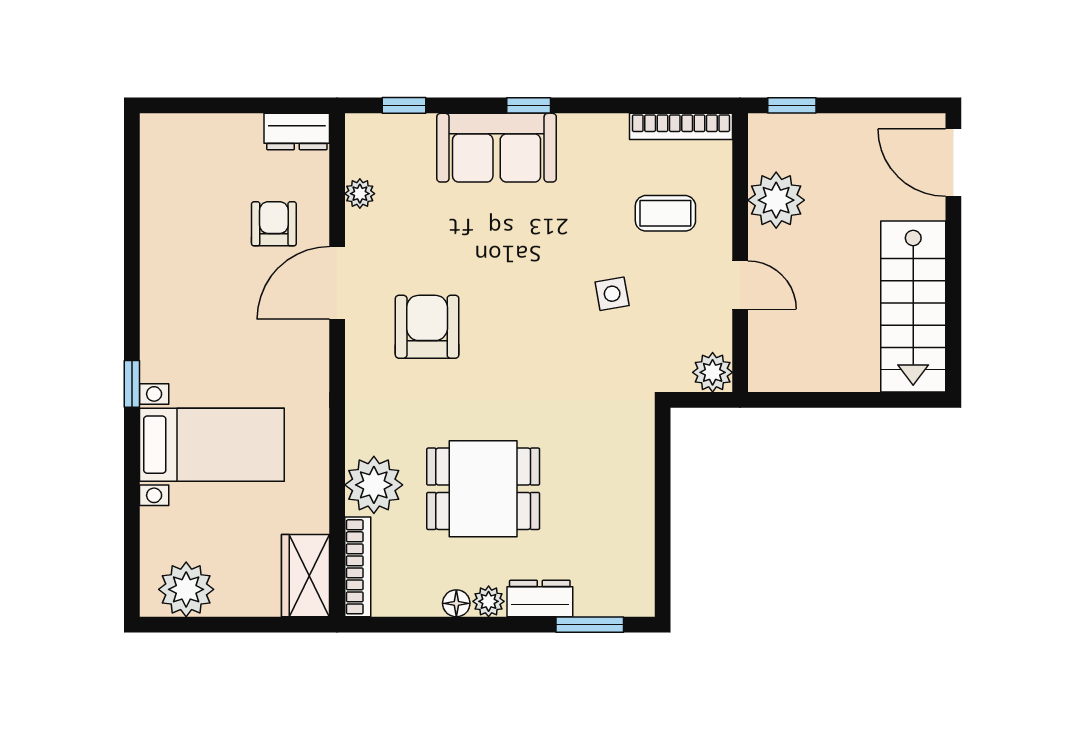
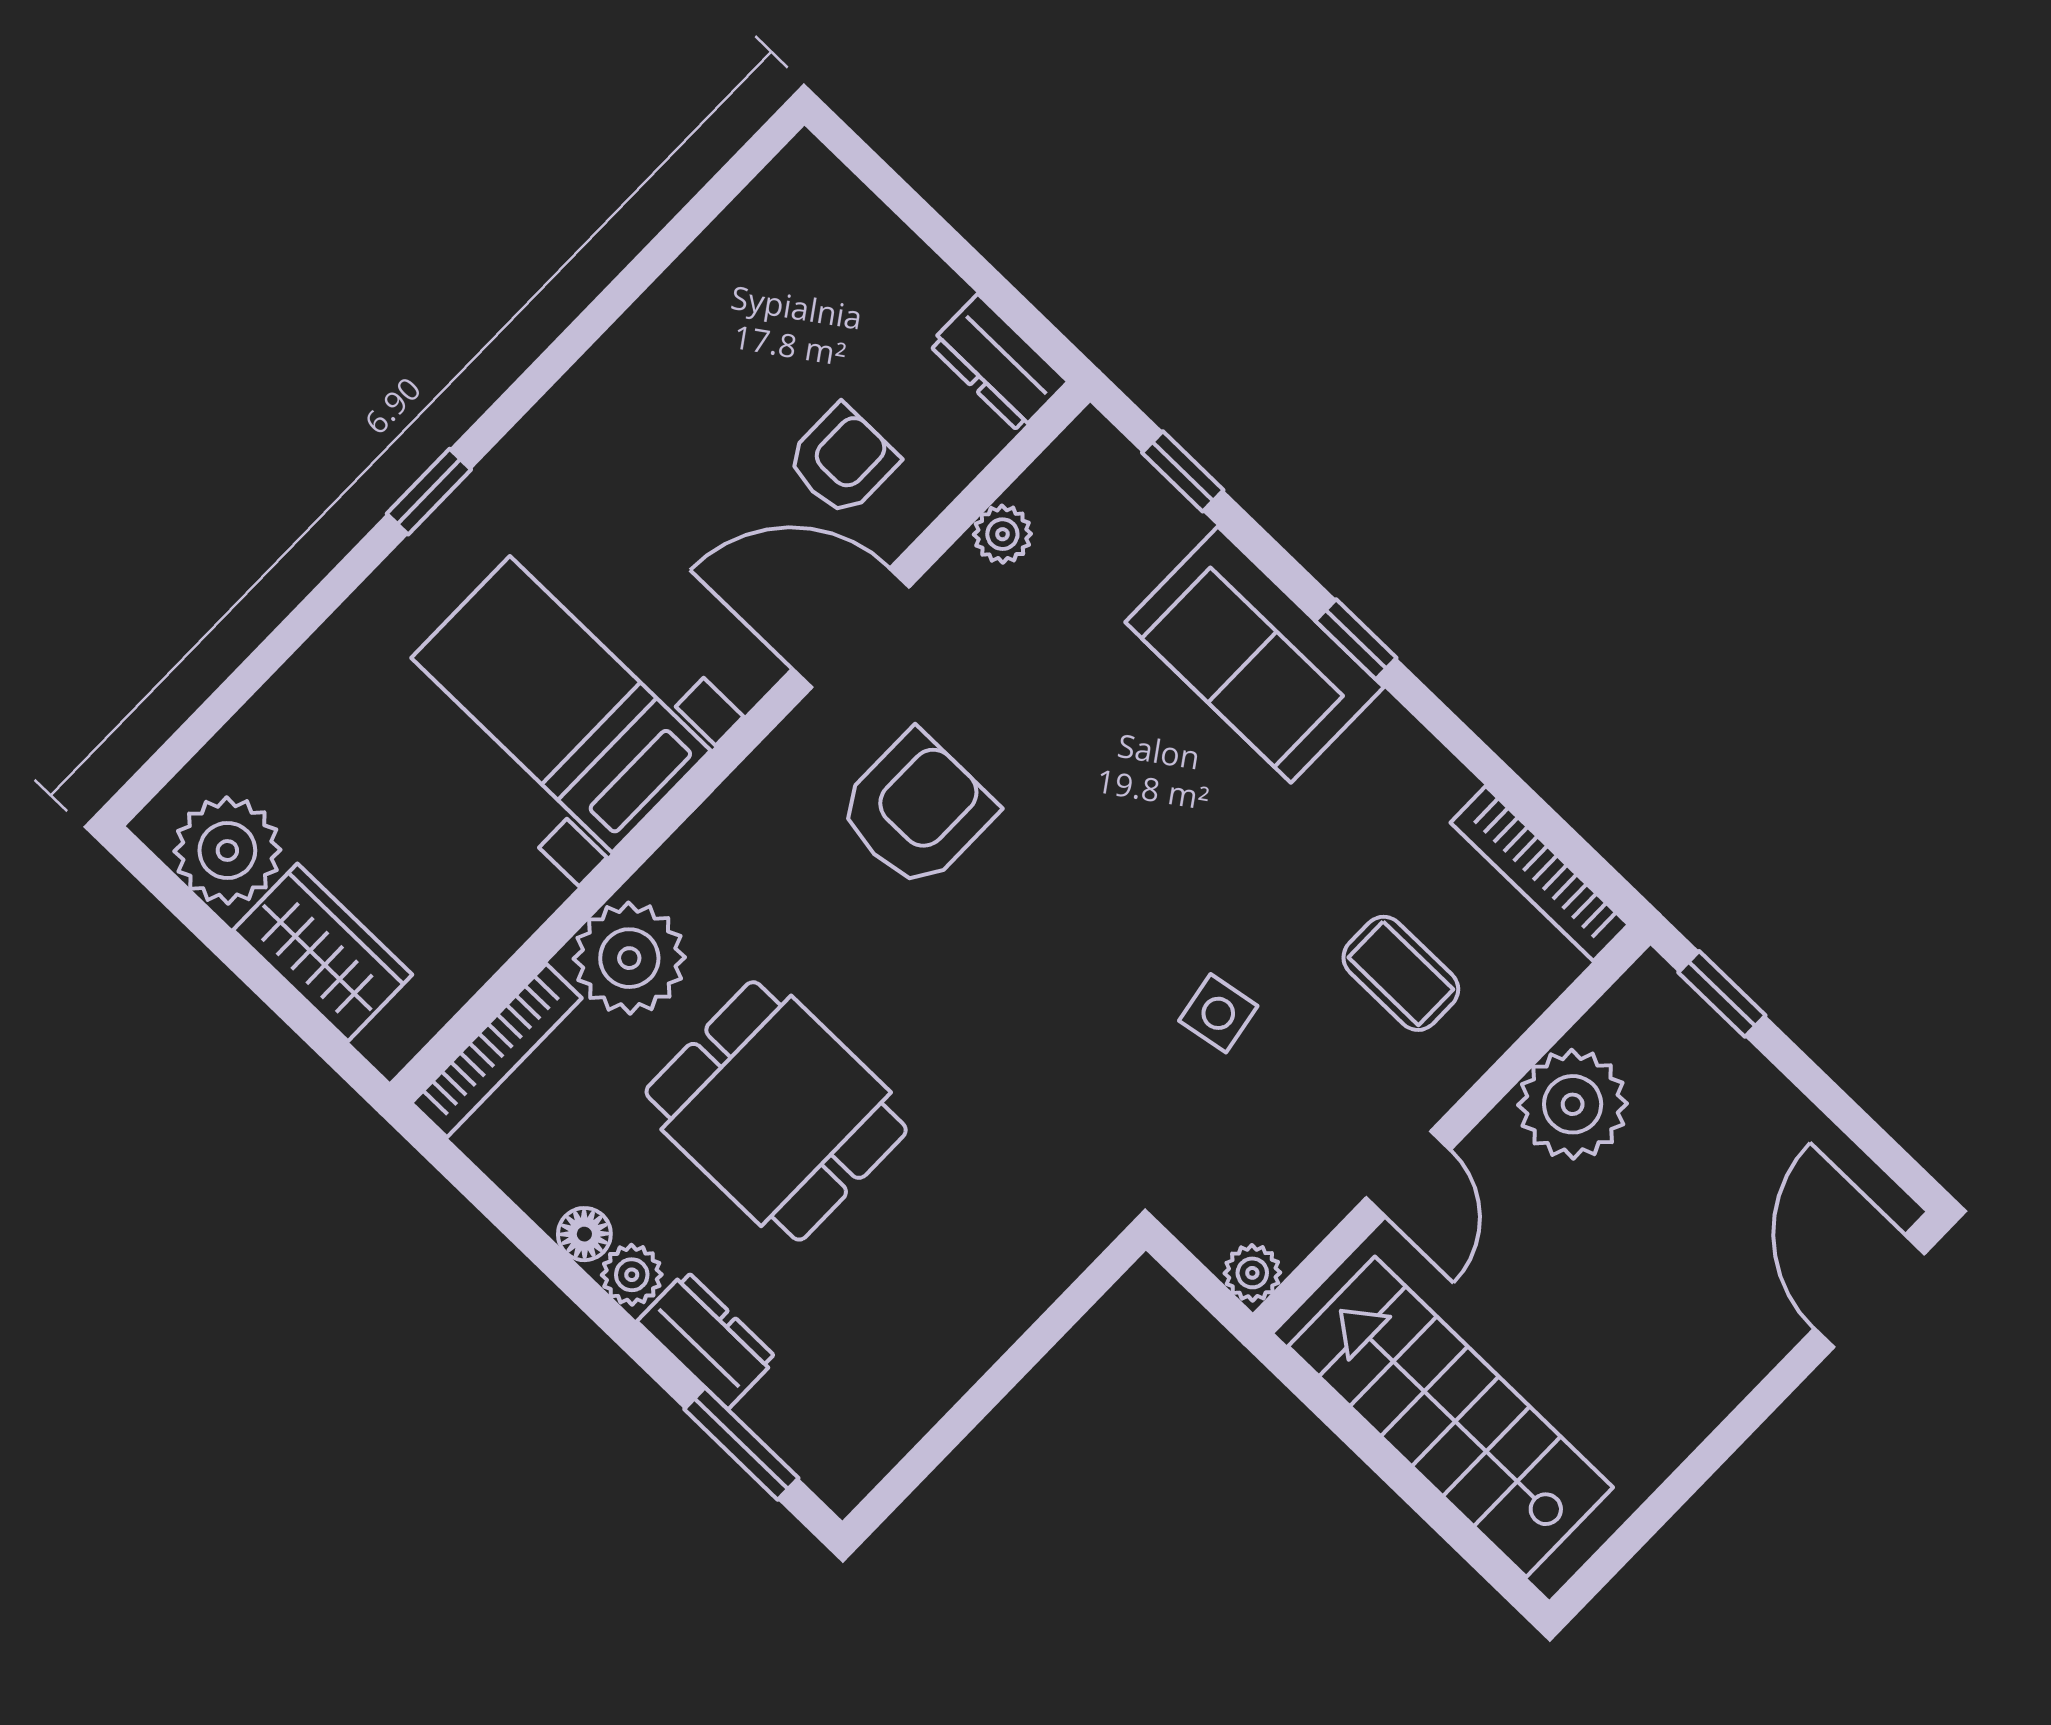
stairs: (913, 307) -> (1450, 1417), moved, turned 90
plant: (713, 372) -> (1252, 1273), width x0.73, depth x0.73
bed with nightstands: (212, 445) -> (561, 704), moved, turned 180
wardrobe: (306, 576) -> (323, 952), moved, turned 90

